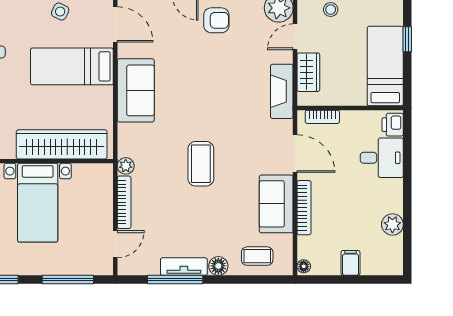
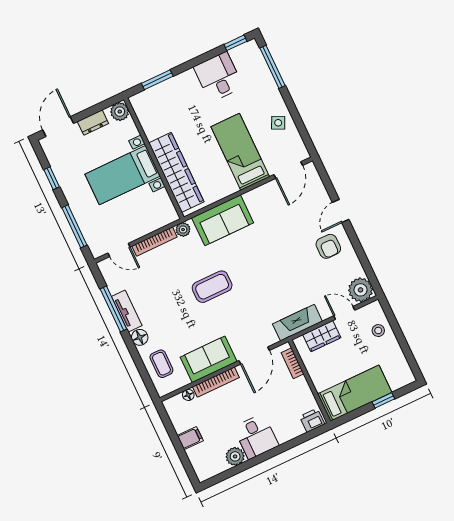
sofa: (136, 90) -> (223, 220), moved
desk: (382, 158) -> (256, 436), moved
floor lamp: (304, 266) -> (188, 395), moved

